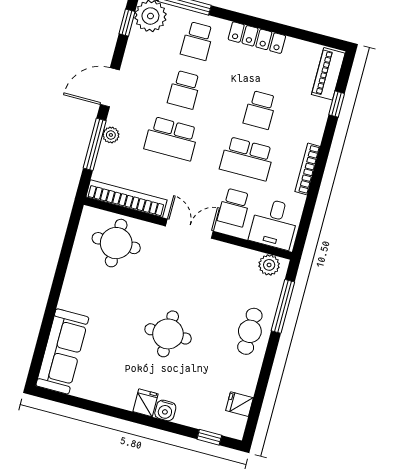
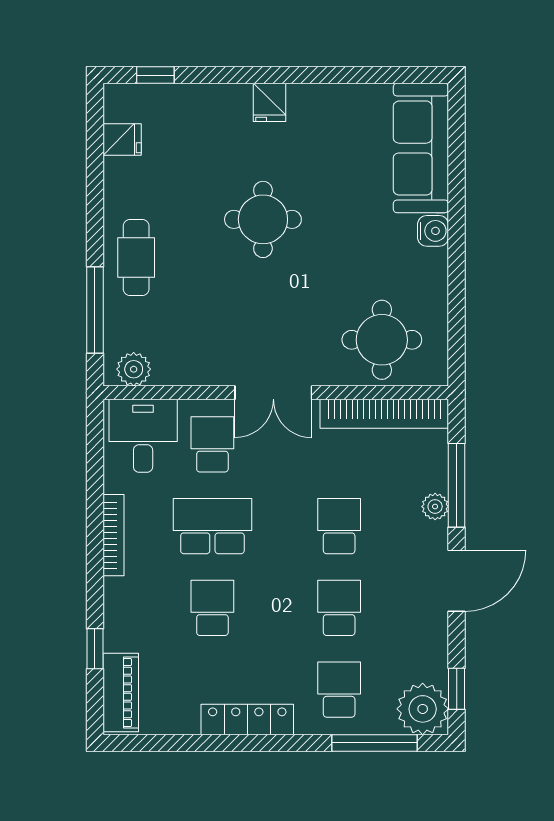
school desk: (171, 139) -> (339, 526), width x0.54
water cooler: (165, 410) -> (433, 231), moved, turned 90

